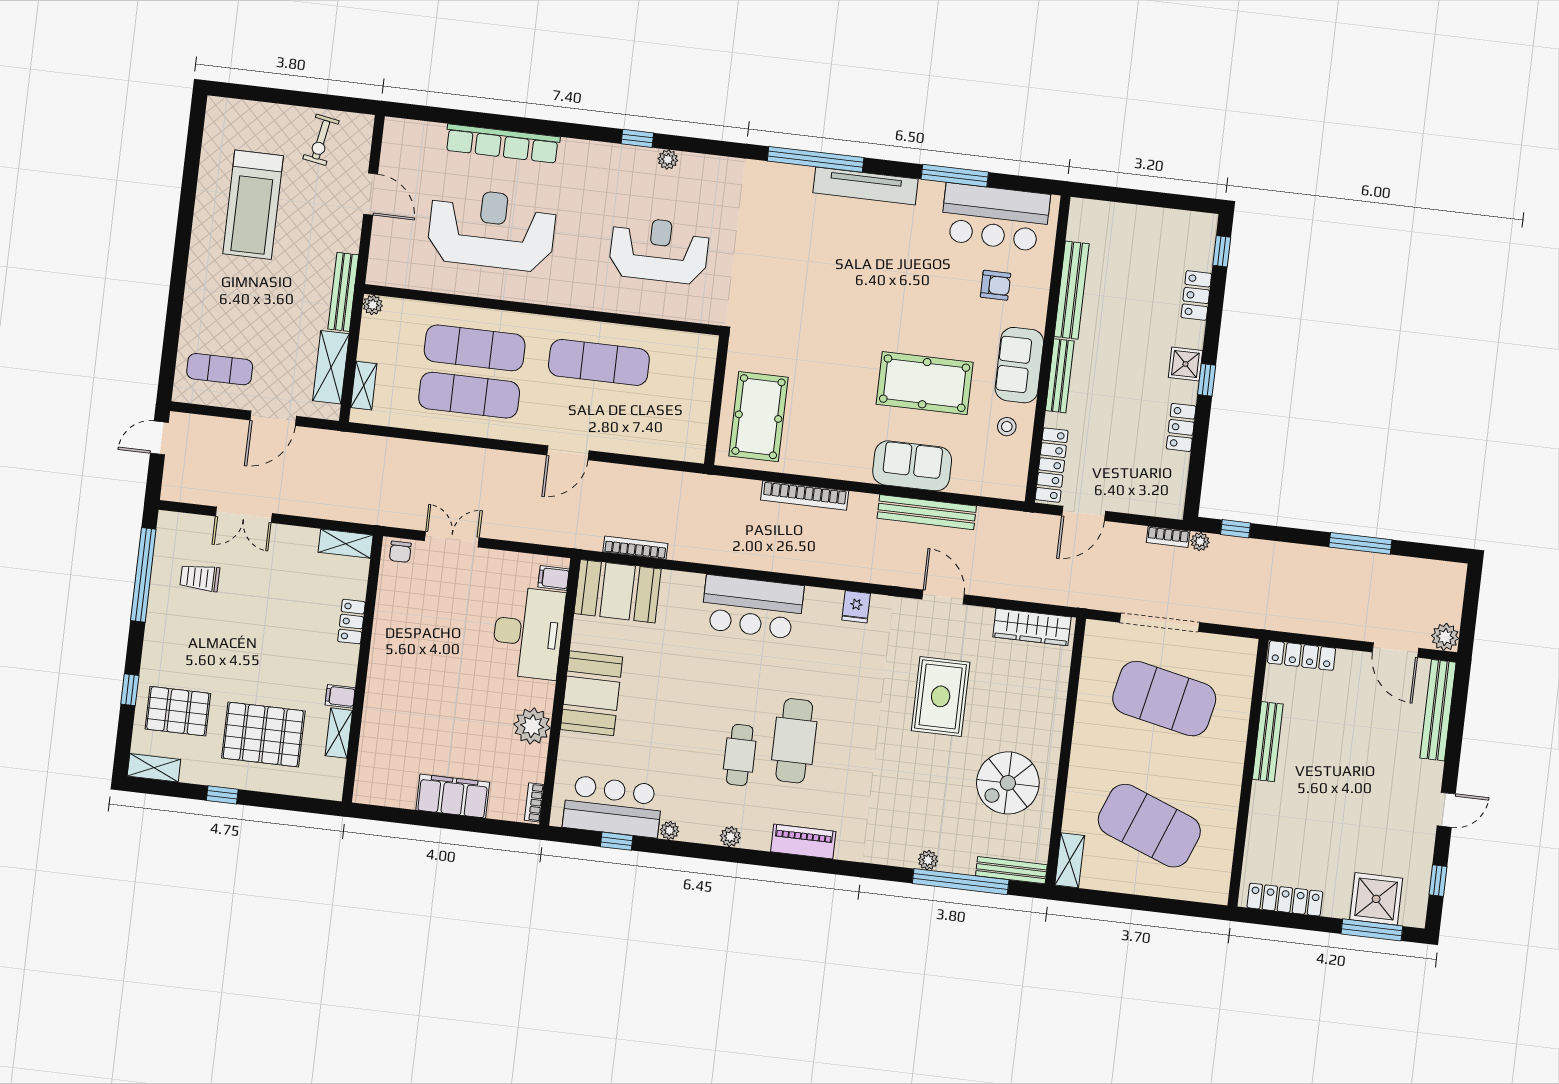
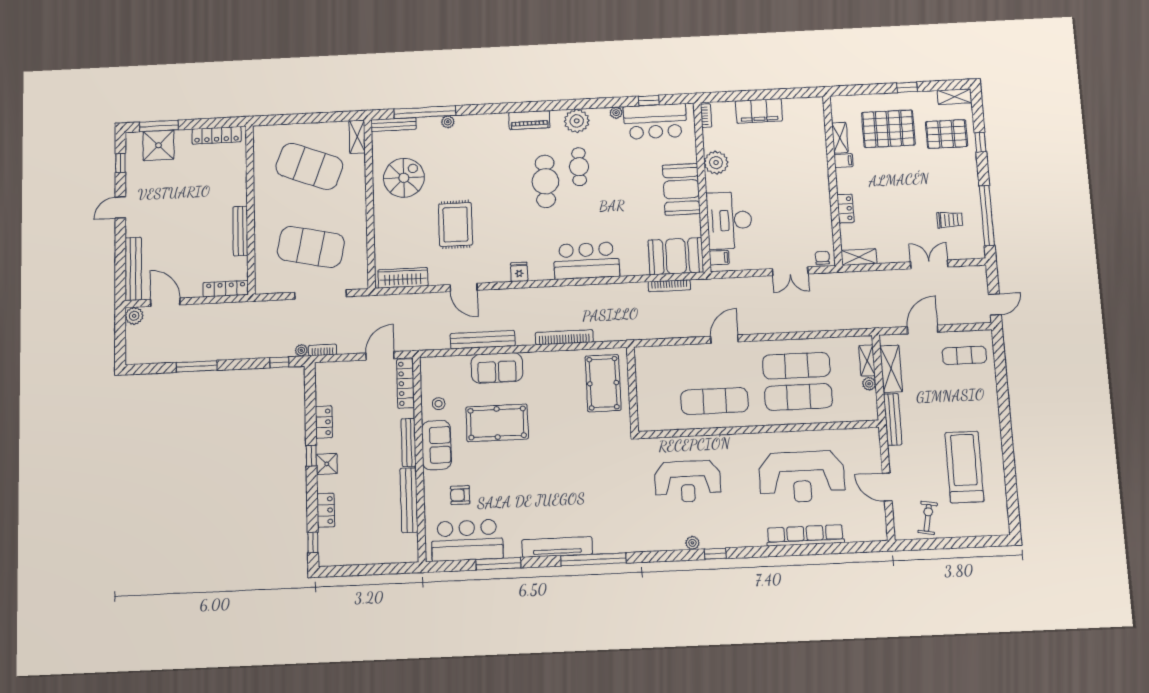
plant: (373, 305) -> (869, 384), moved
plant: (730, 837) -> (577, 121), width x1.87, depth x1.87

